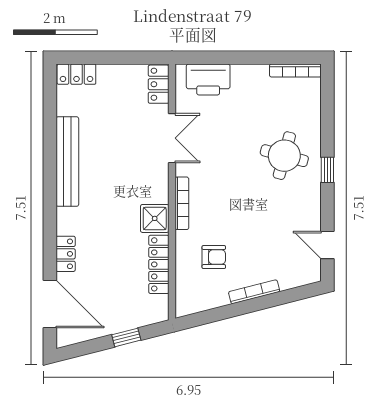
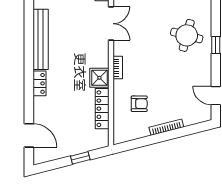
bookcase: (182, 203) -> (118, 68), width x0.64
locker: (66, 254) -> (39, 83), moved
door: (50, 304) -> (29, 135), width x0.73

